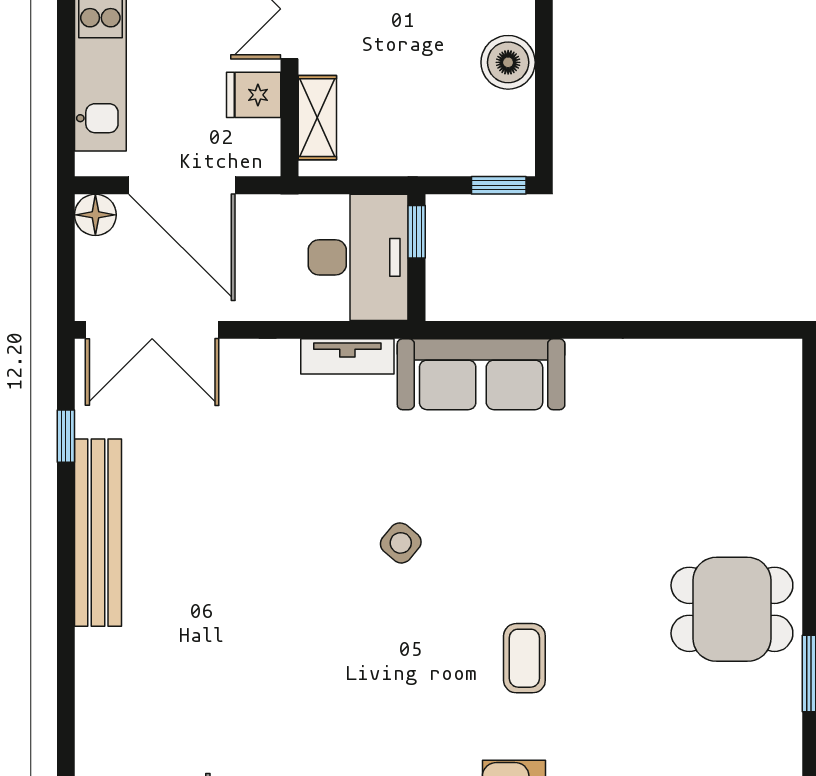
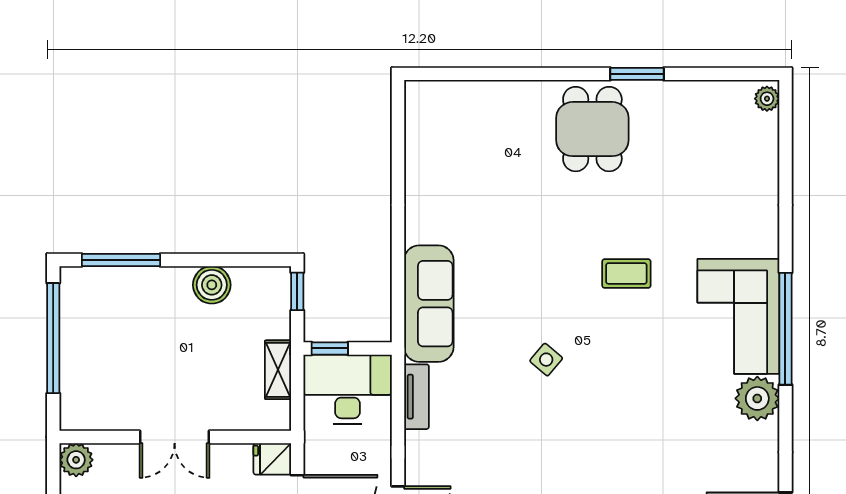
fridge: (254, 95) -> (272, 459), moved, turned 90
shelving: (317, 118) -> (278, 370), moved, turned 90

